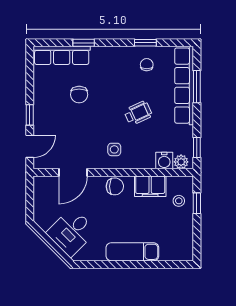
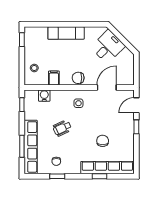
row of seats: (62, 55) -> (107, 168), width x1.36
plant: (181, 162) -> (33, 95), removed
filing cabinet: (150, 186) -> (54, 78), width x0.50
window: (197, 203) -> (22, 40), moved

